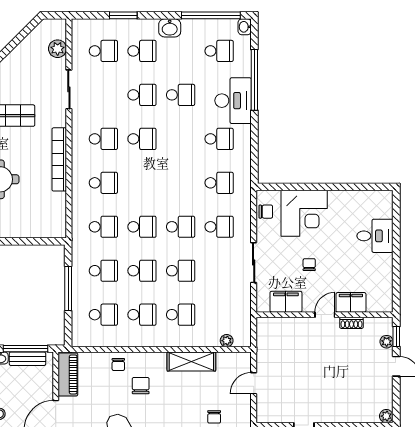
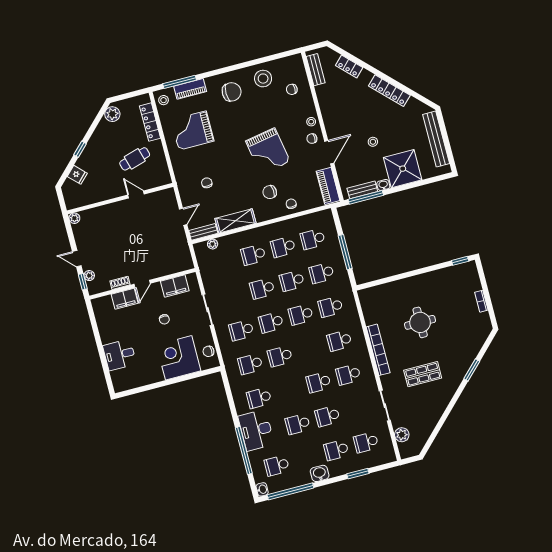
school desk: (181, 183) -> (280, 356), added
bench: (234, 358) -> (203, 232), added
chair: (141, 386) -> (270, 192), turned 86

